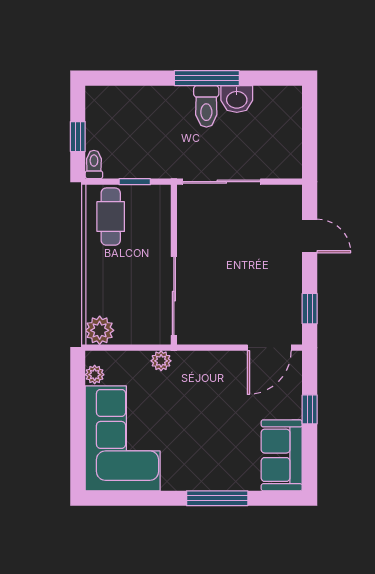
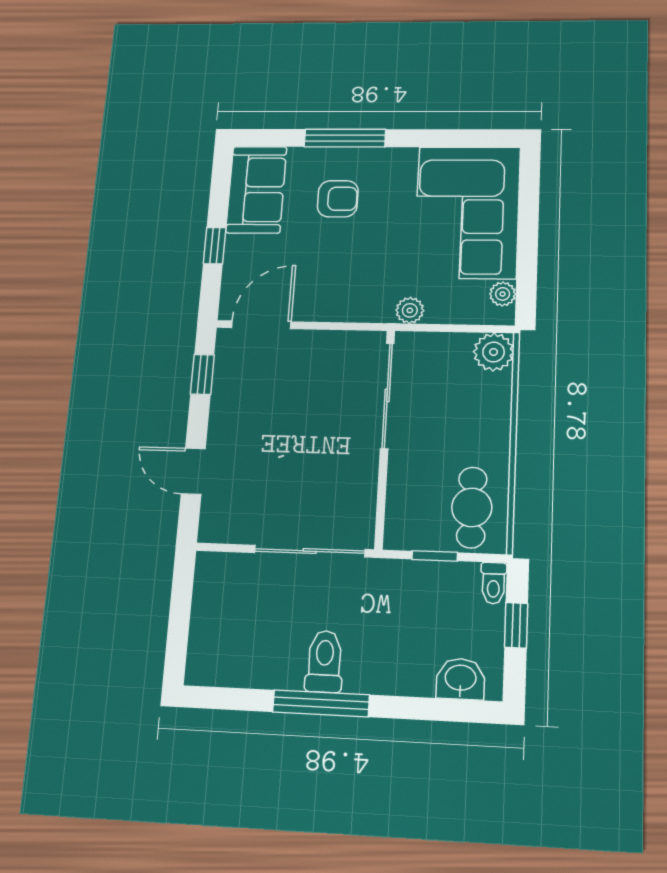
washbasin: (237, 99) -> (461, 679), moved
armchair: (219, 448) -> (338, 199), added

